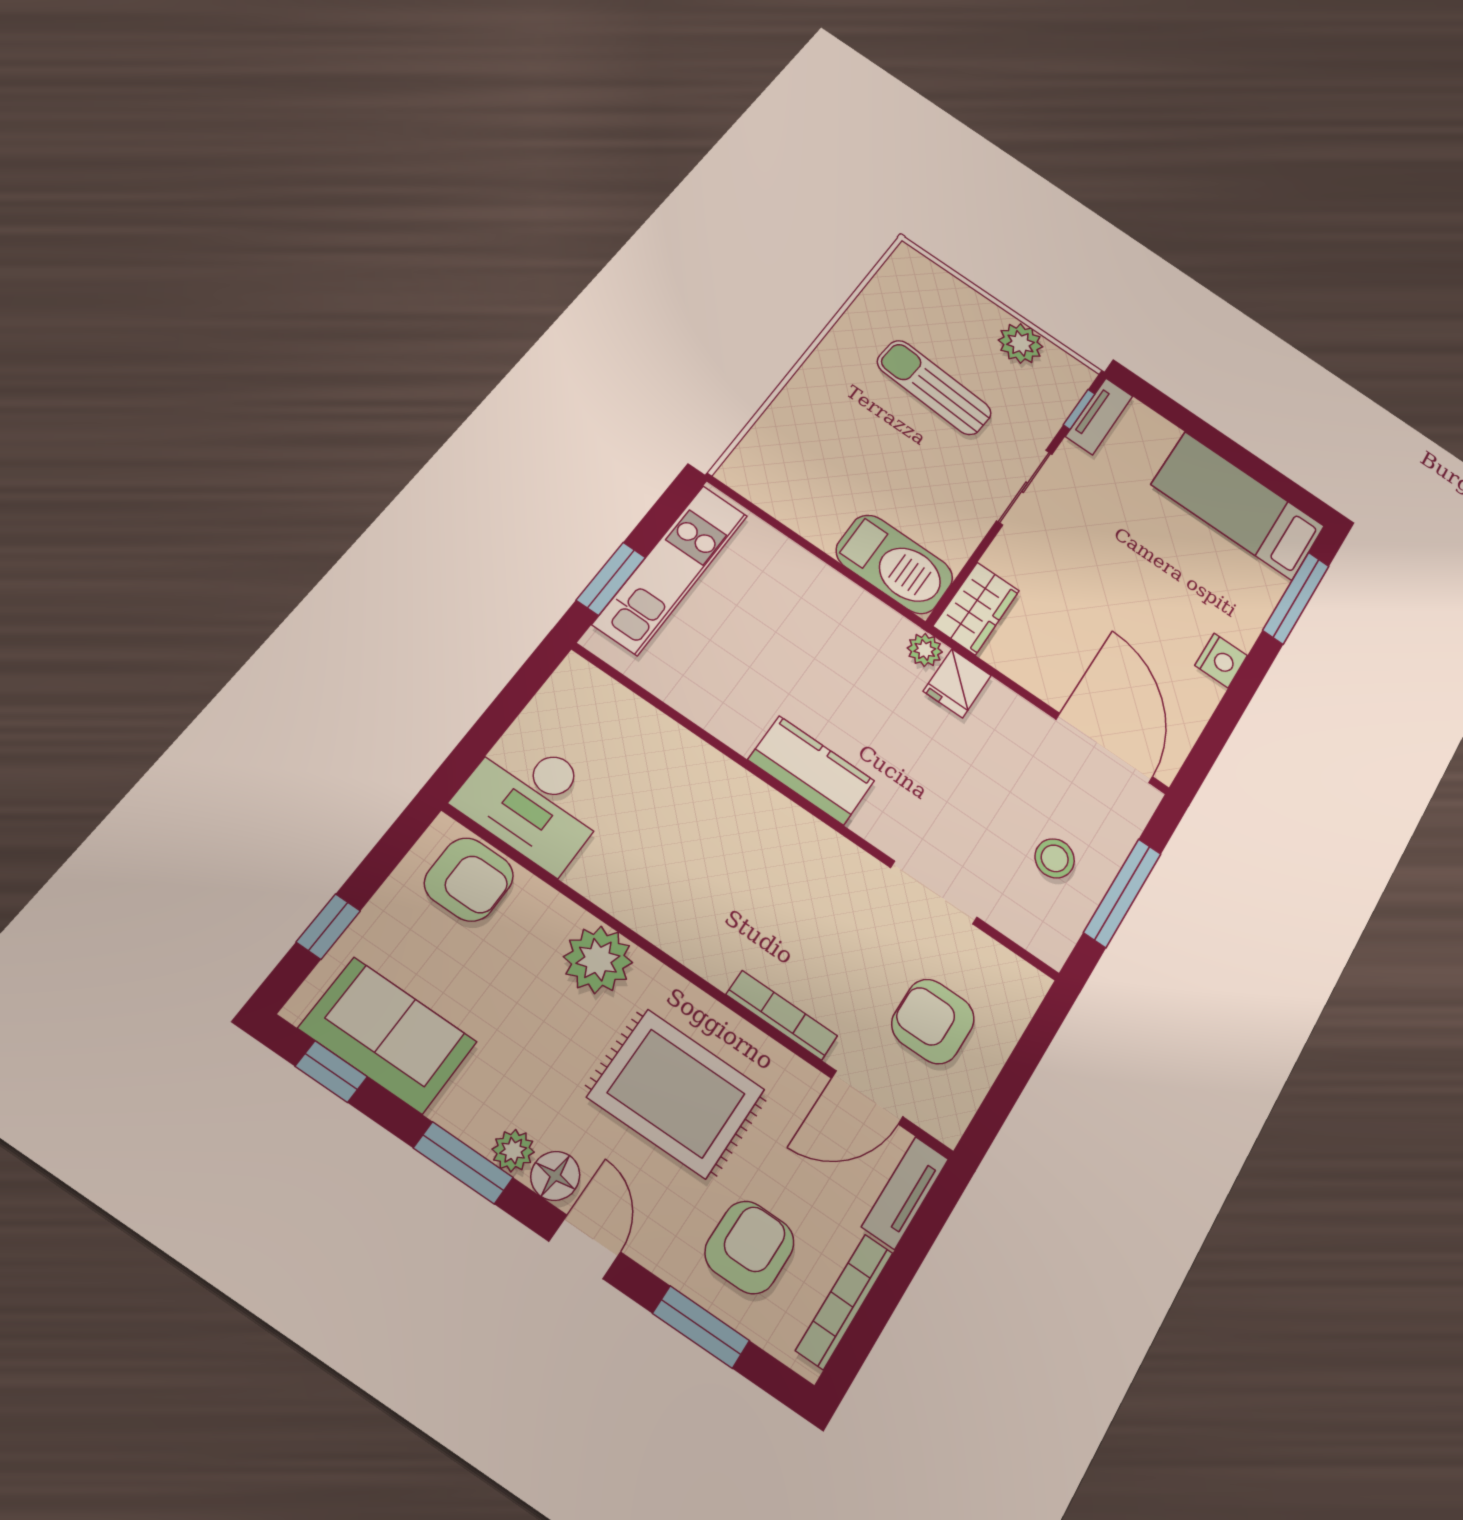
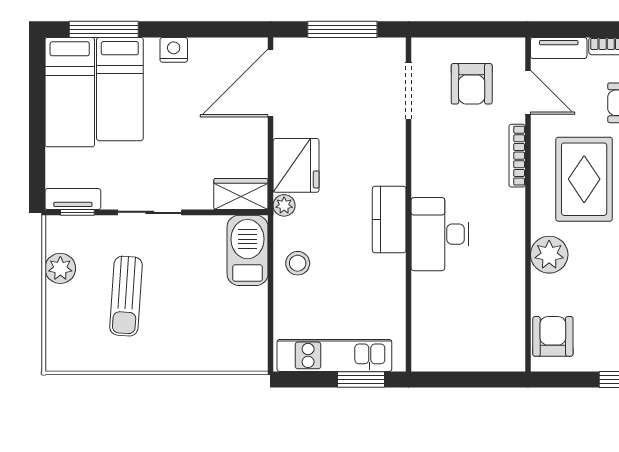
bed: (1208, 563) -> (120, 89), added
fridge: (957, 683) -> (296, 165), width x1.88, depth x1.34
desk: (534, 800) -> (440, 234), moved, turned 180
stool: (1055, 858) -> (298, 263), moved
doorway: (934, 892) -> (409, 91), moved

